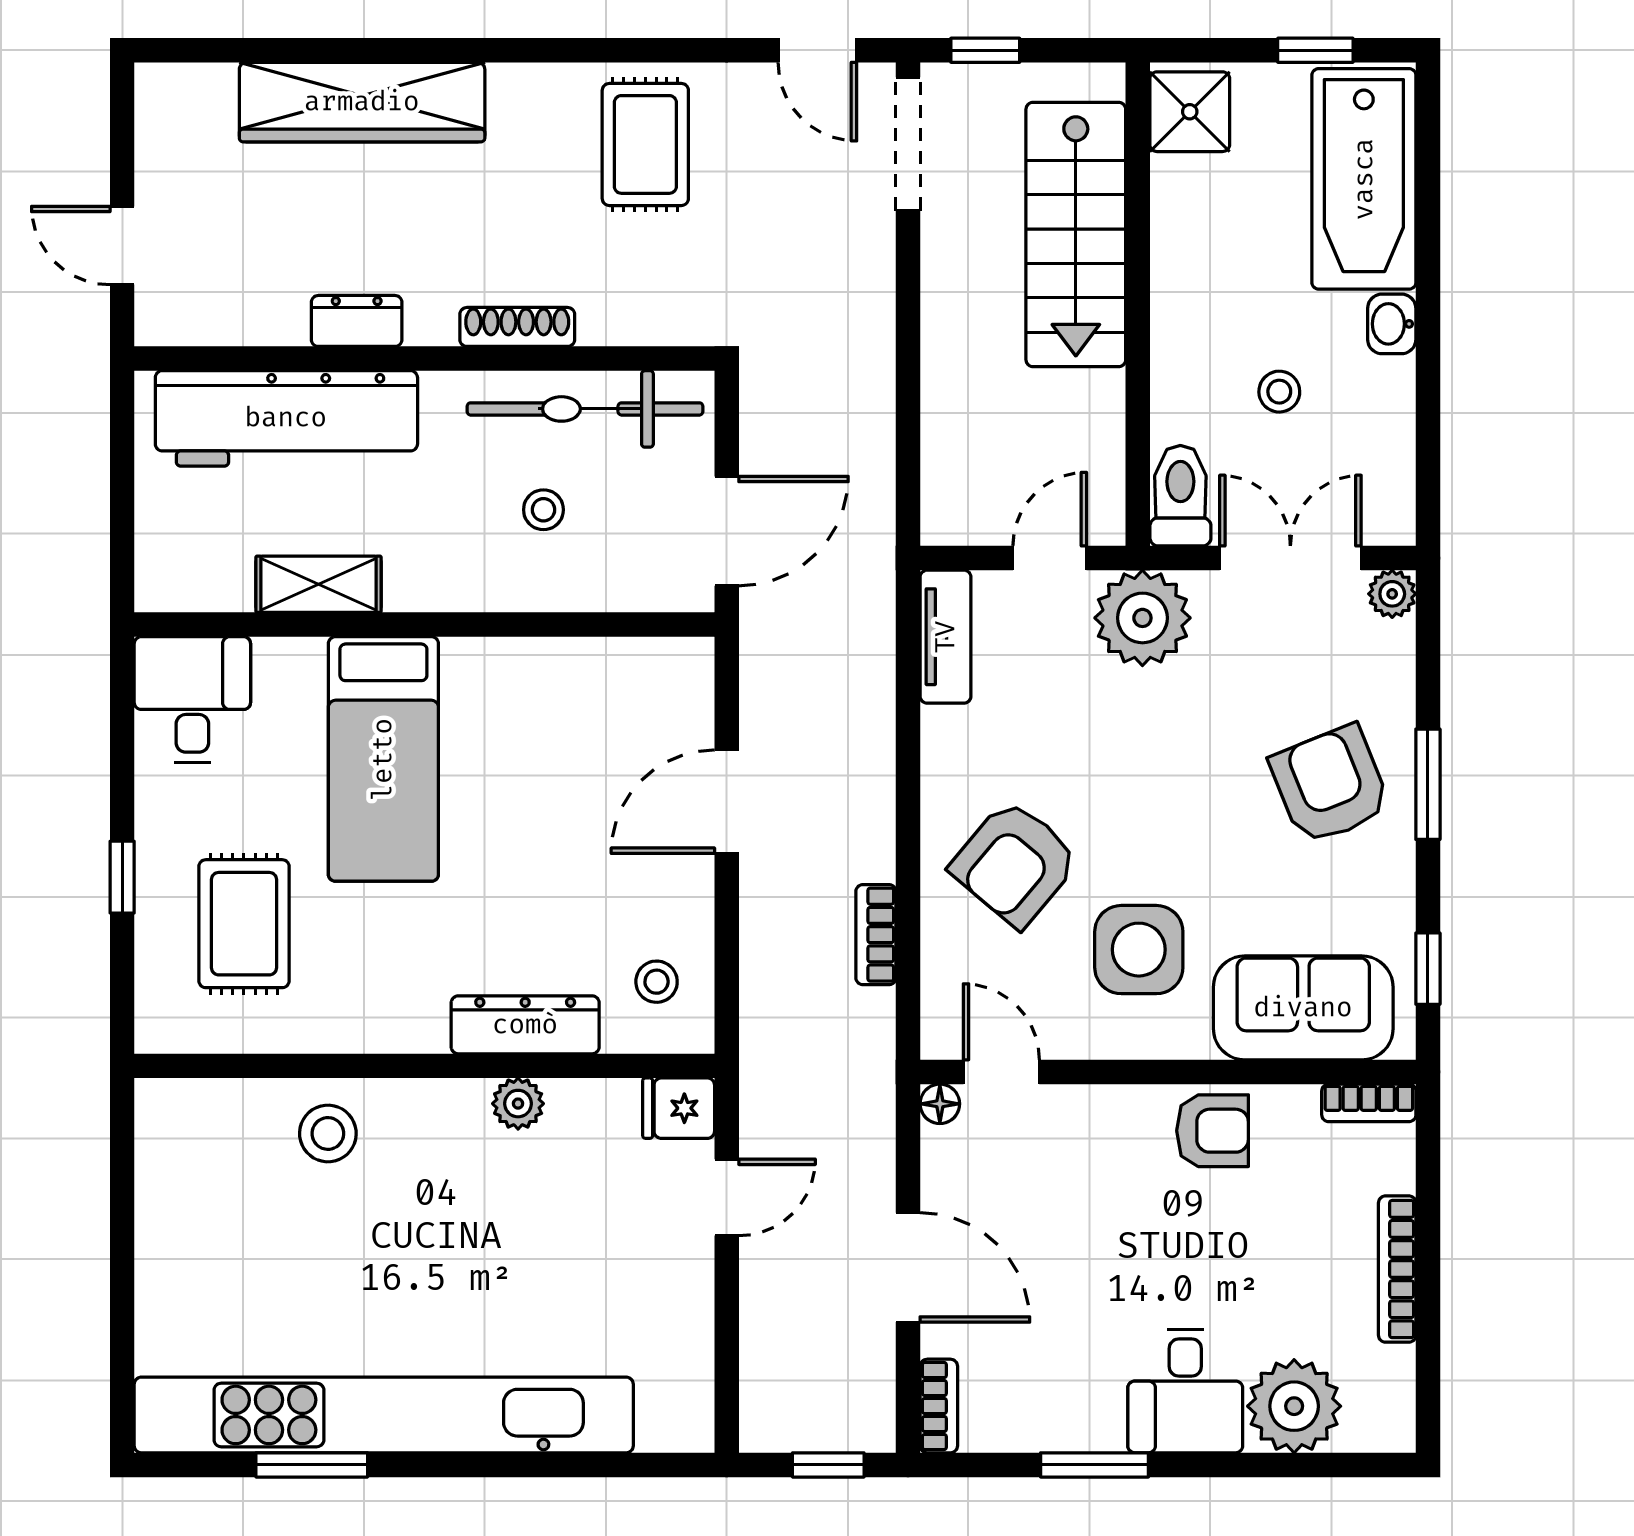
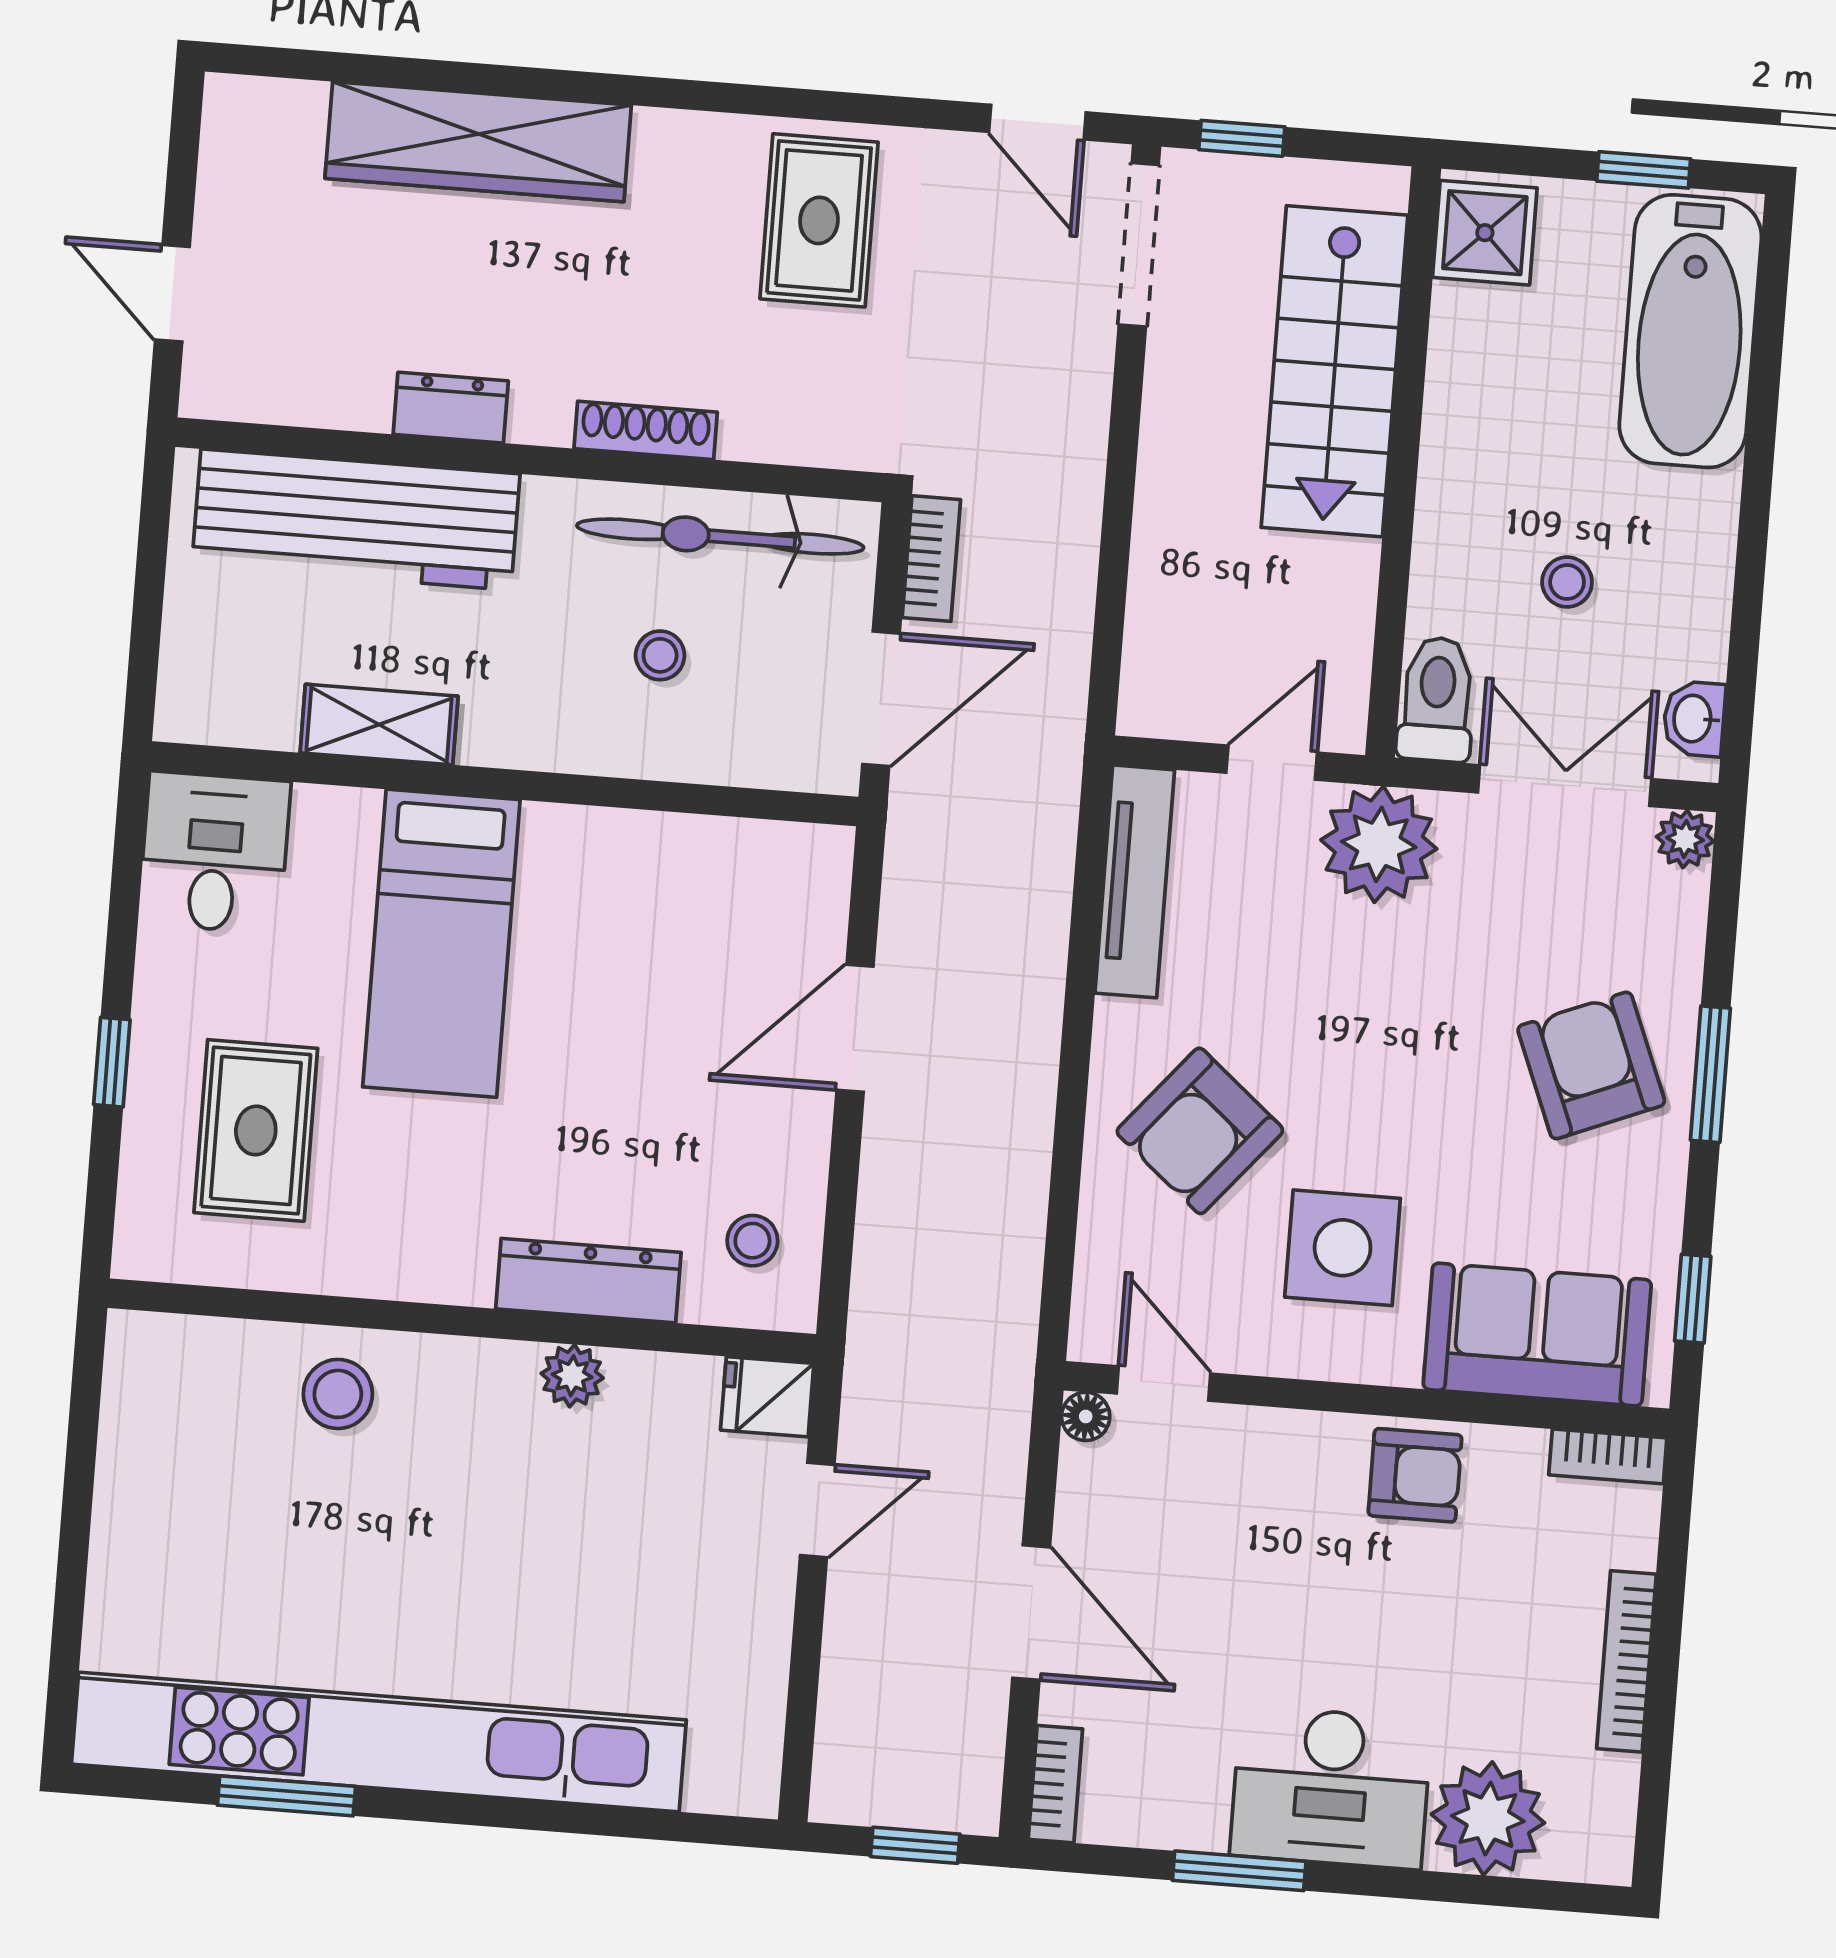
washbasin: (1392, 324) -> (1694, 719), moved
tv unit: (946, 637) -> (1135, 881), width x1.41
bookcase: (876, 935) -> (931, 559), moved, turned 180
desk: (1185, 1391) -> (1331, 1787), width x1.37

